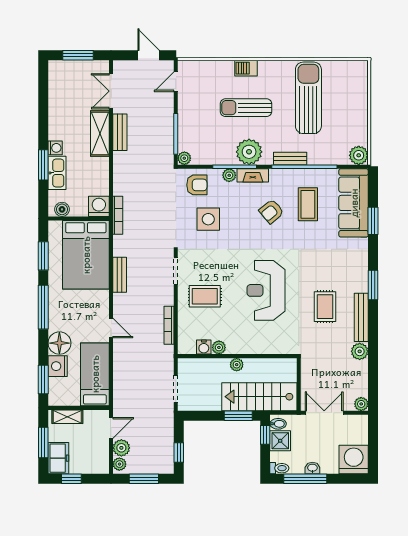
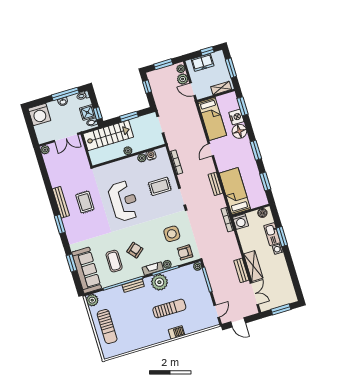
sun lounger: (308, 98) -> (107, 327), moved, width x0.73, depth x0.75
bed: (86, 255) -> (235, 191), width x0.67
window: (43, 307) -> (256, 150), width x0.69
door: (111, 328) -> (211, 150), hinge flipped
plant: (360, 351) -> (56, 181), removed
window: (238, 416) -> (129, 117), moved
door: (111, 428) -> (193, 89), hinge flipped
freezer: (58, 458) -> (203, 63), moved, turned -90

